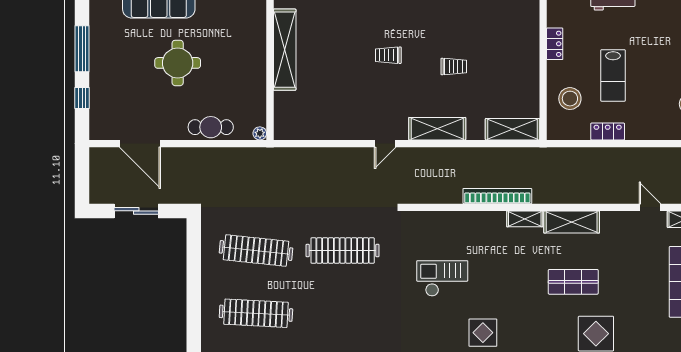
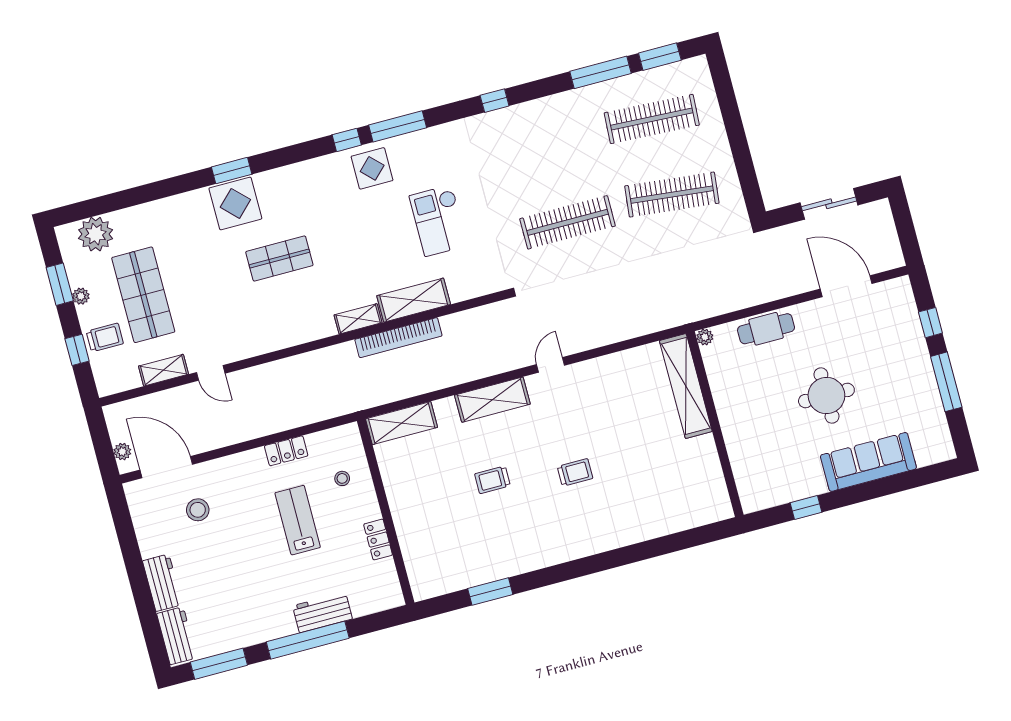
shelving: (285, 50) -> (686, 386), moved
stool: (570, 99) -> (342, 478), width x0.53, depth x0.53
shelving: (572, 222) -> (414, 300), moved
checkout: (442, 278) -> (438, 221), turned 90

